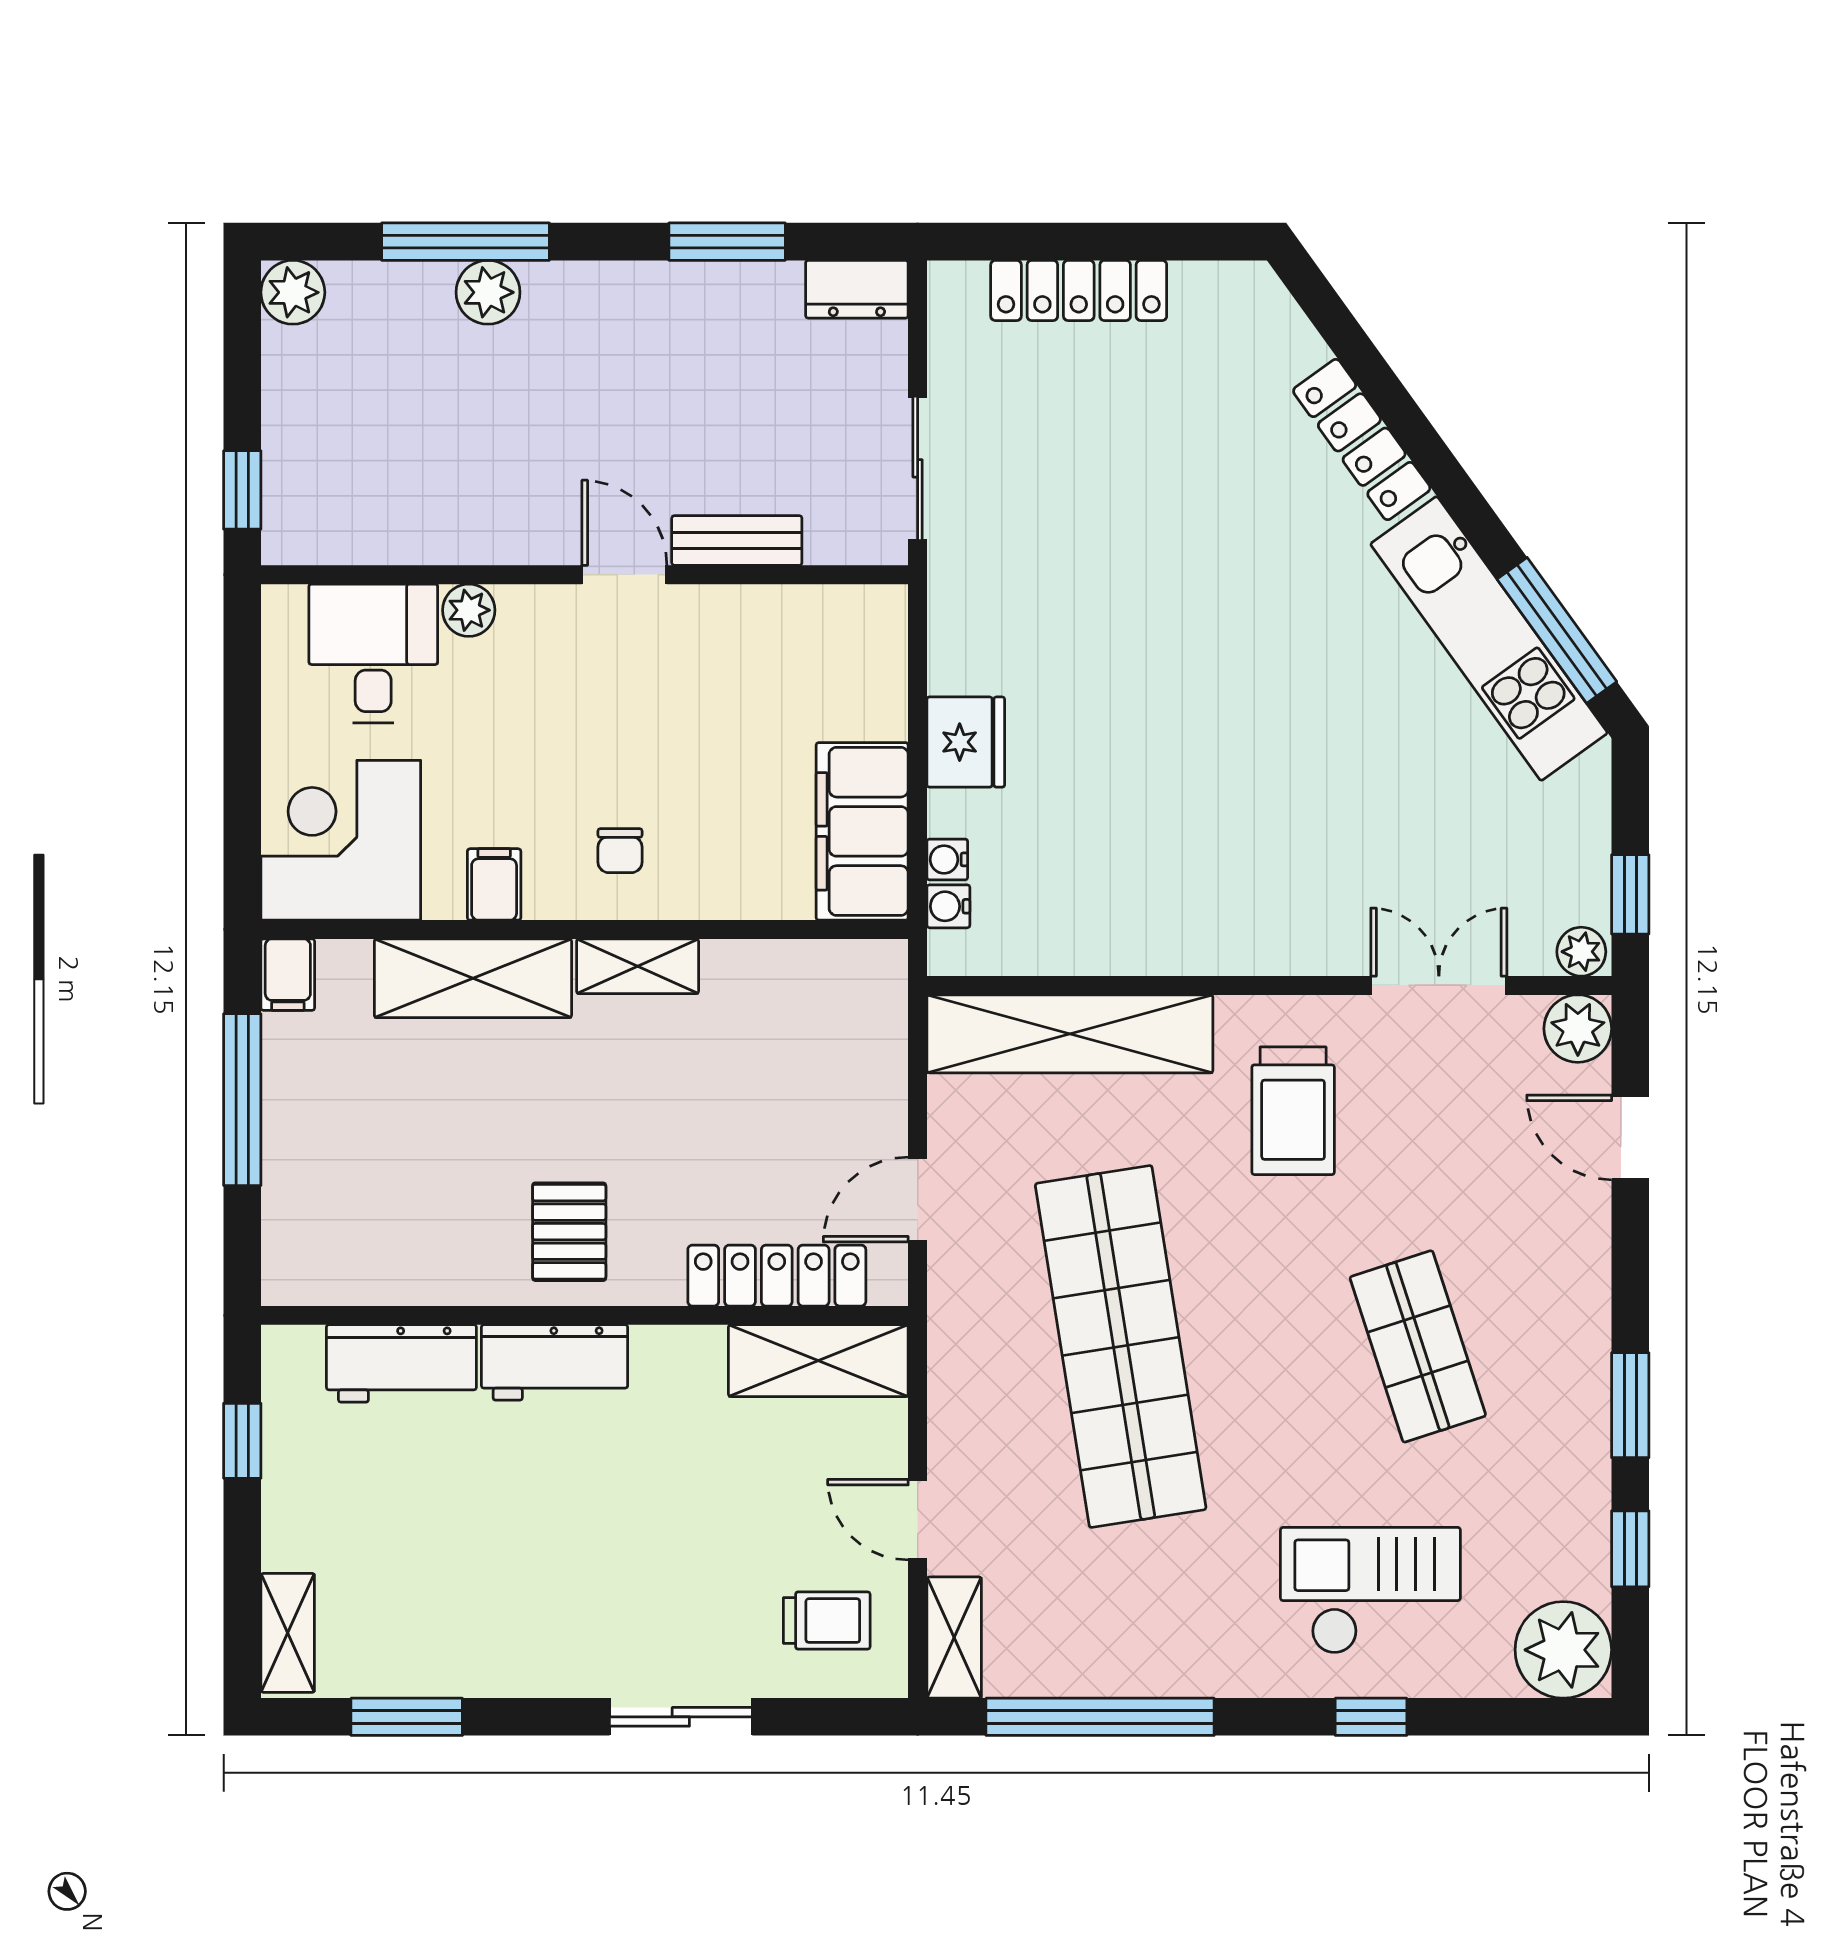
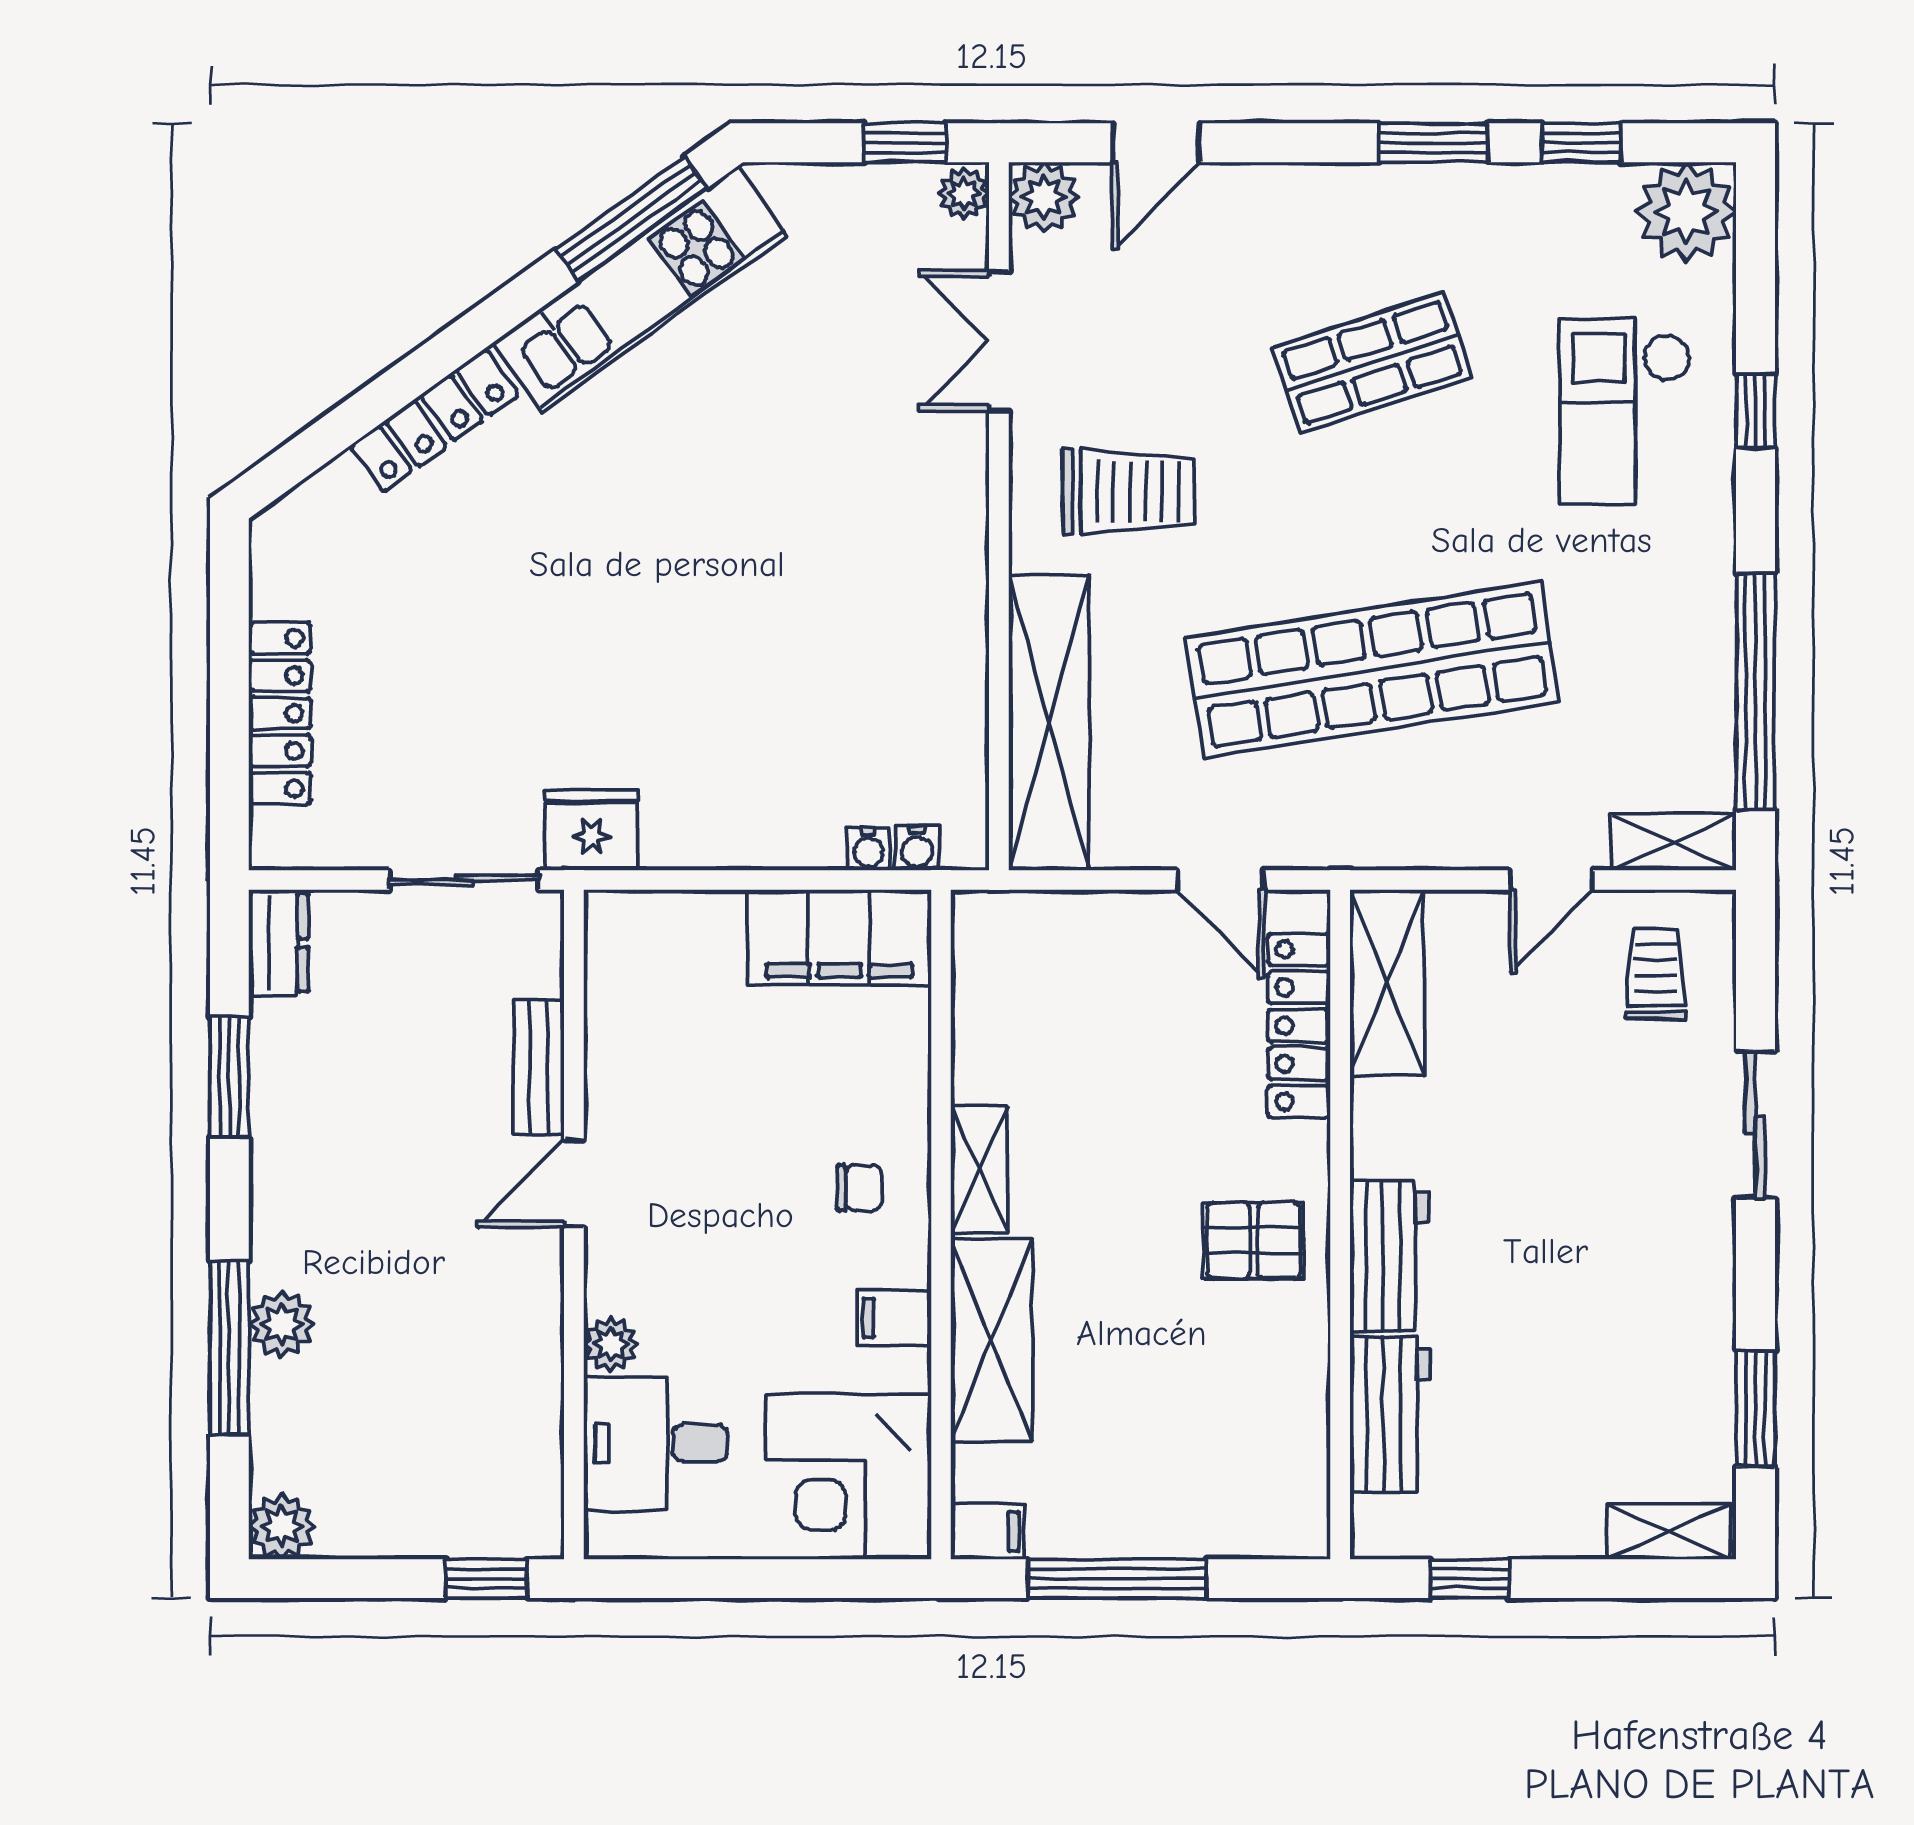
fridge: (966, 742) -> (592, 830), moved

